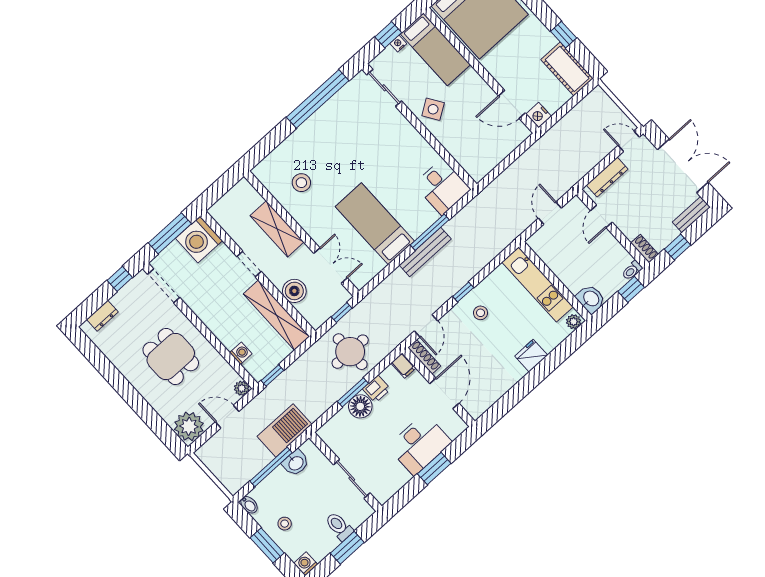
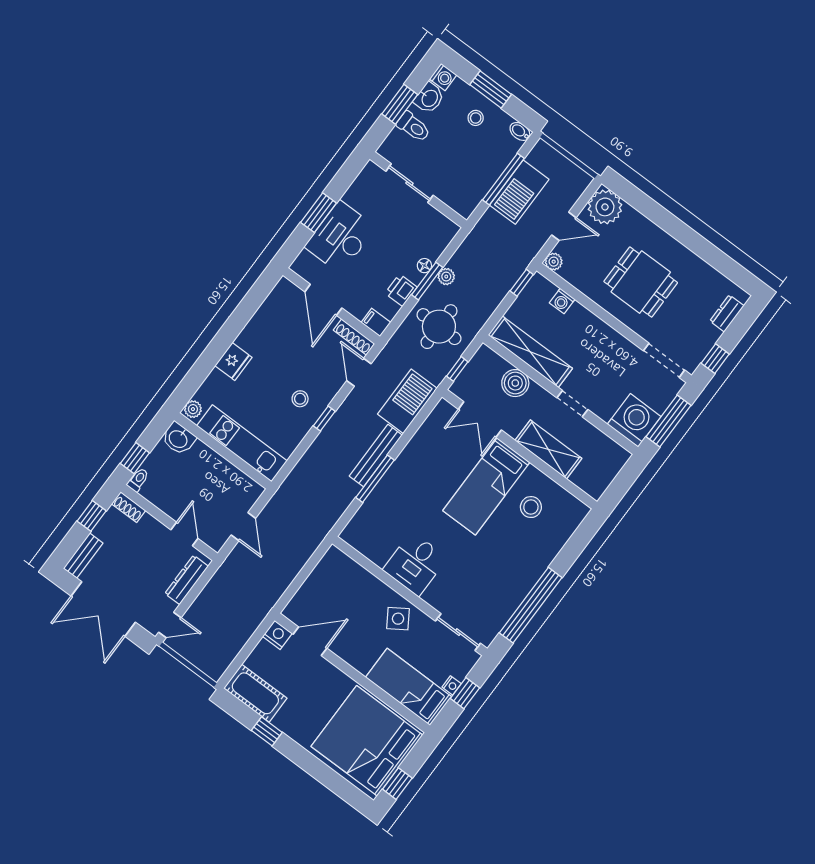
desk: (442, 187) -> (415, 564), moved, turned -90
bed: (375, 224) -> (486, 486), moved, turned 90
barbecue: (389, 293) -> (407, 401), added
plant: (336, 393) -> (446, 277), added
floor lamp: (360, 406) -> (424, 266), width x0.53, depth x0.53
barbecue: (285, 430) -> (519, 192), moved
washbasin: (296, 463) -> (429, 98), moved, turned 180

